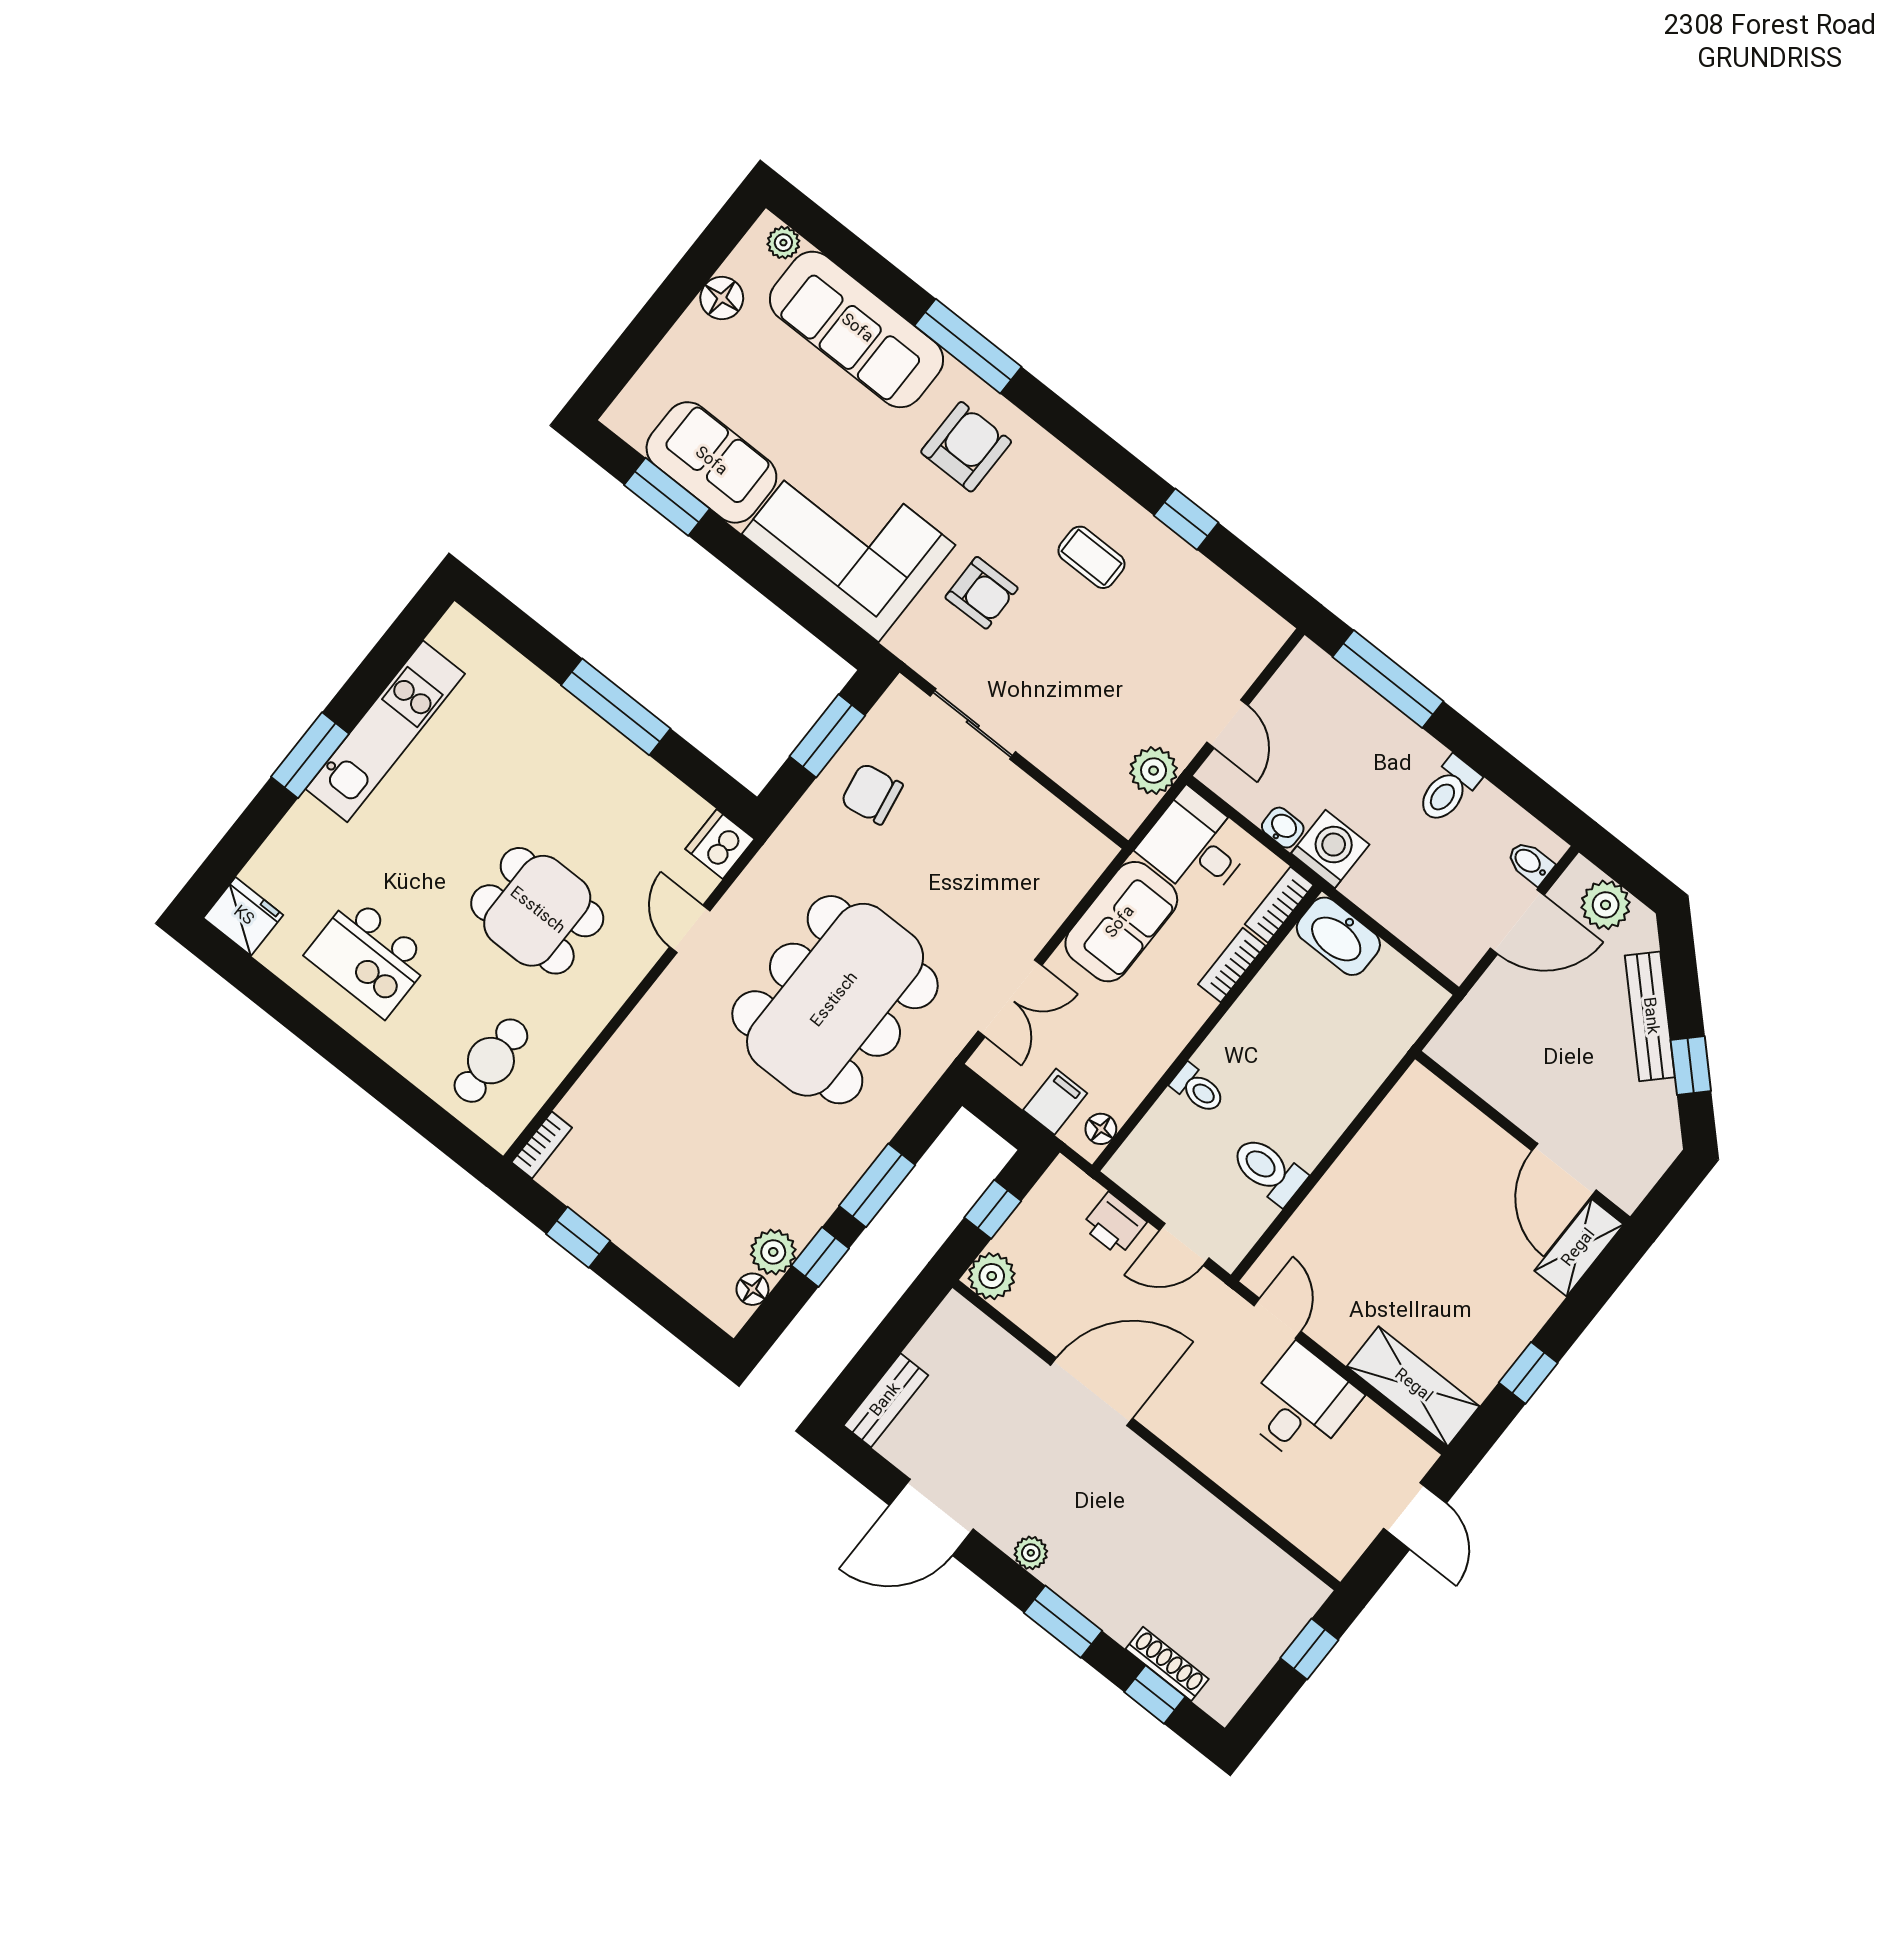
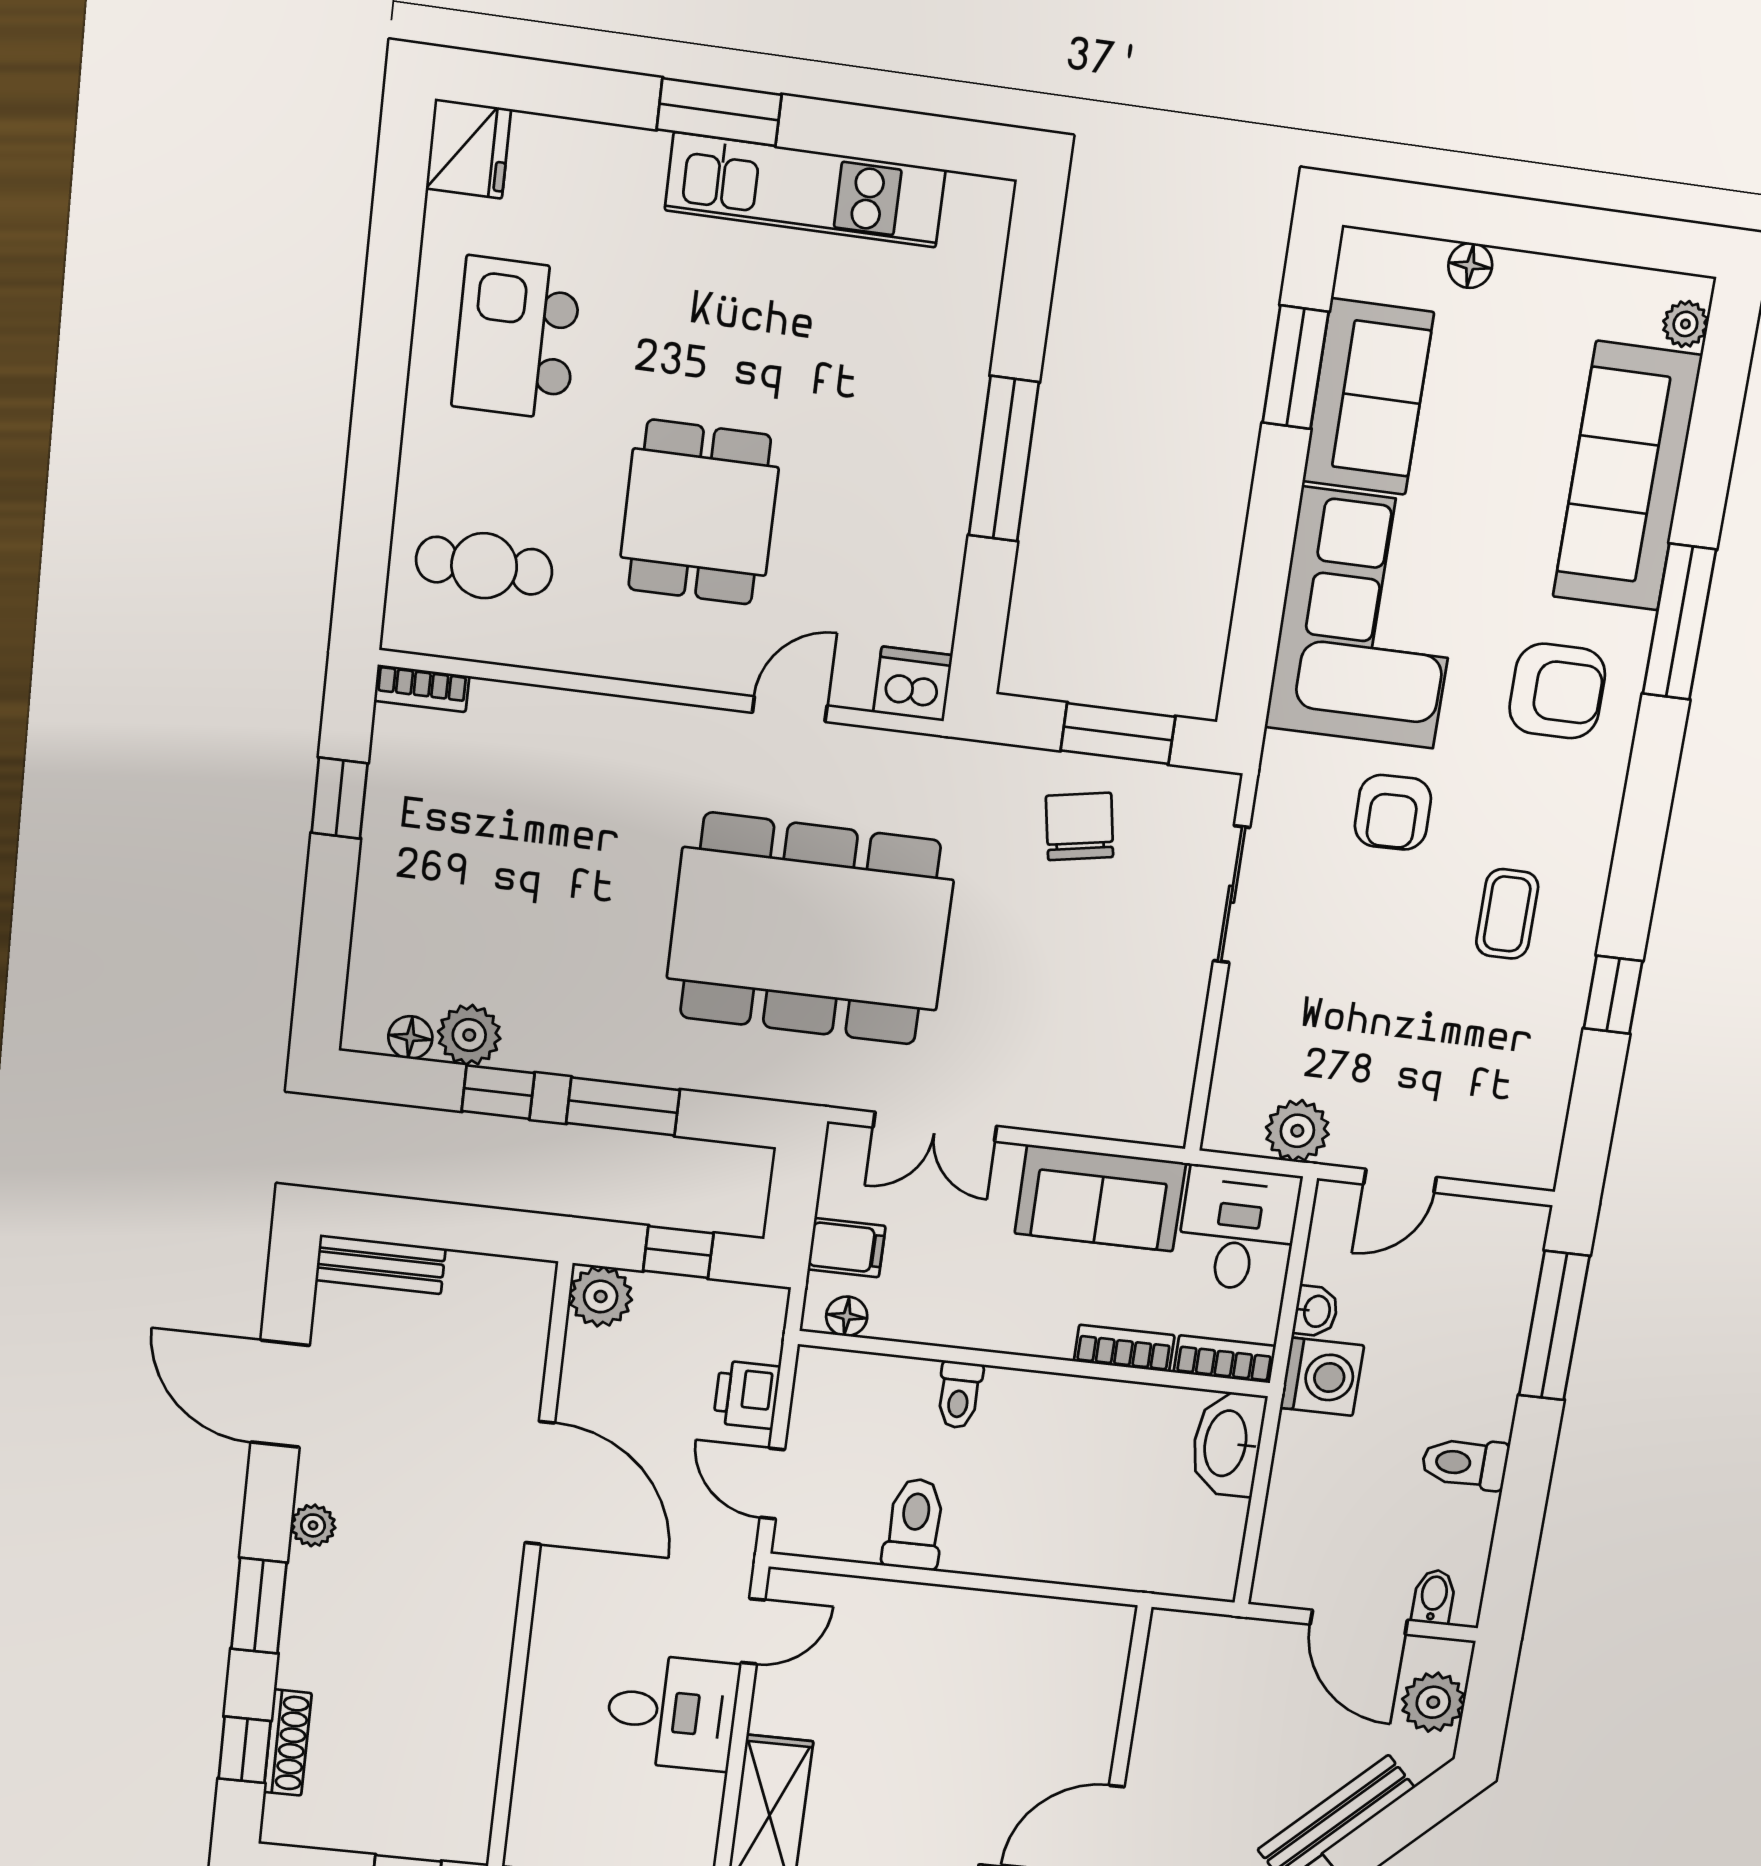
floor lamp: (722, 298) -> (1470, 265), moved, width x0.73, depth x0.73

